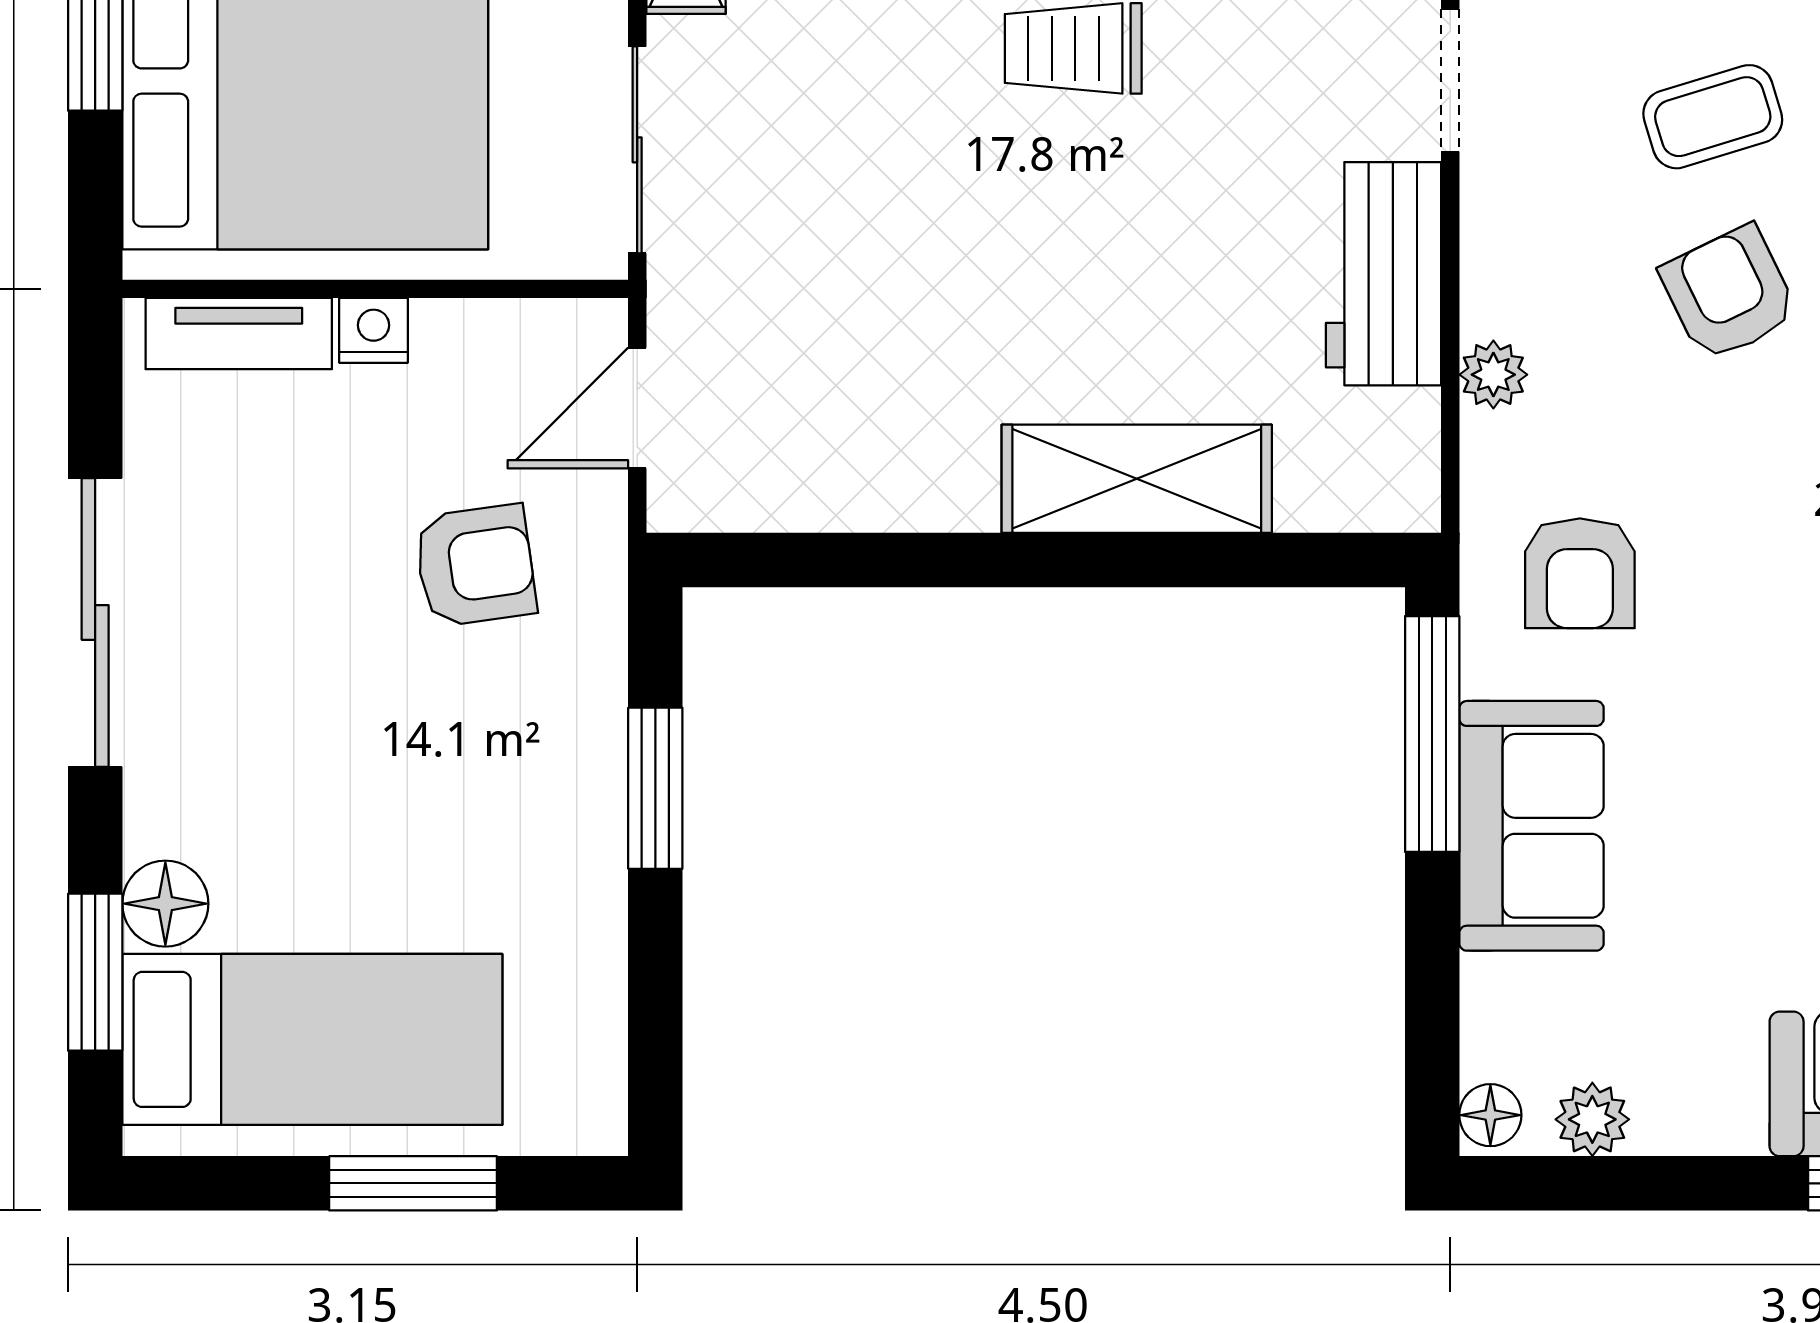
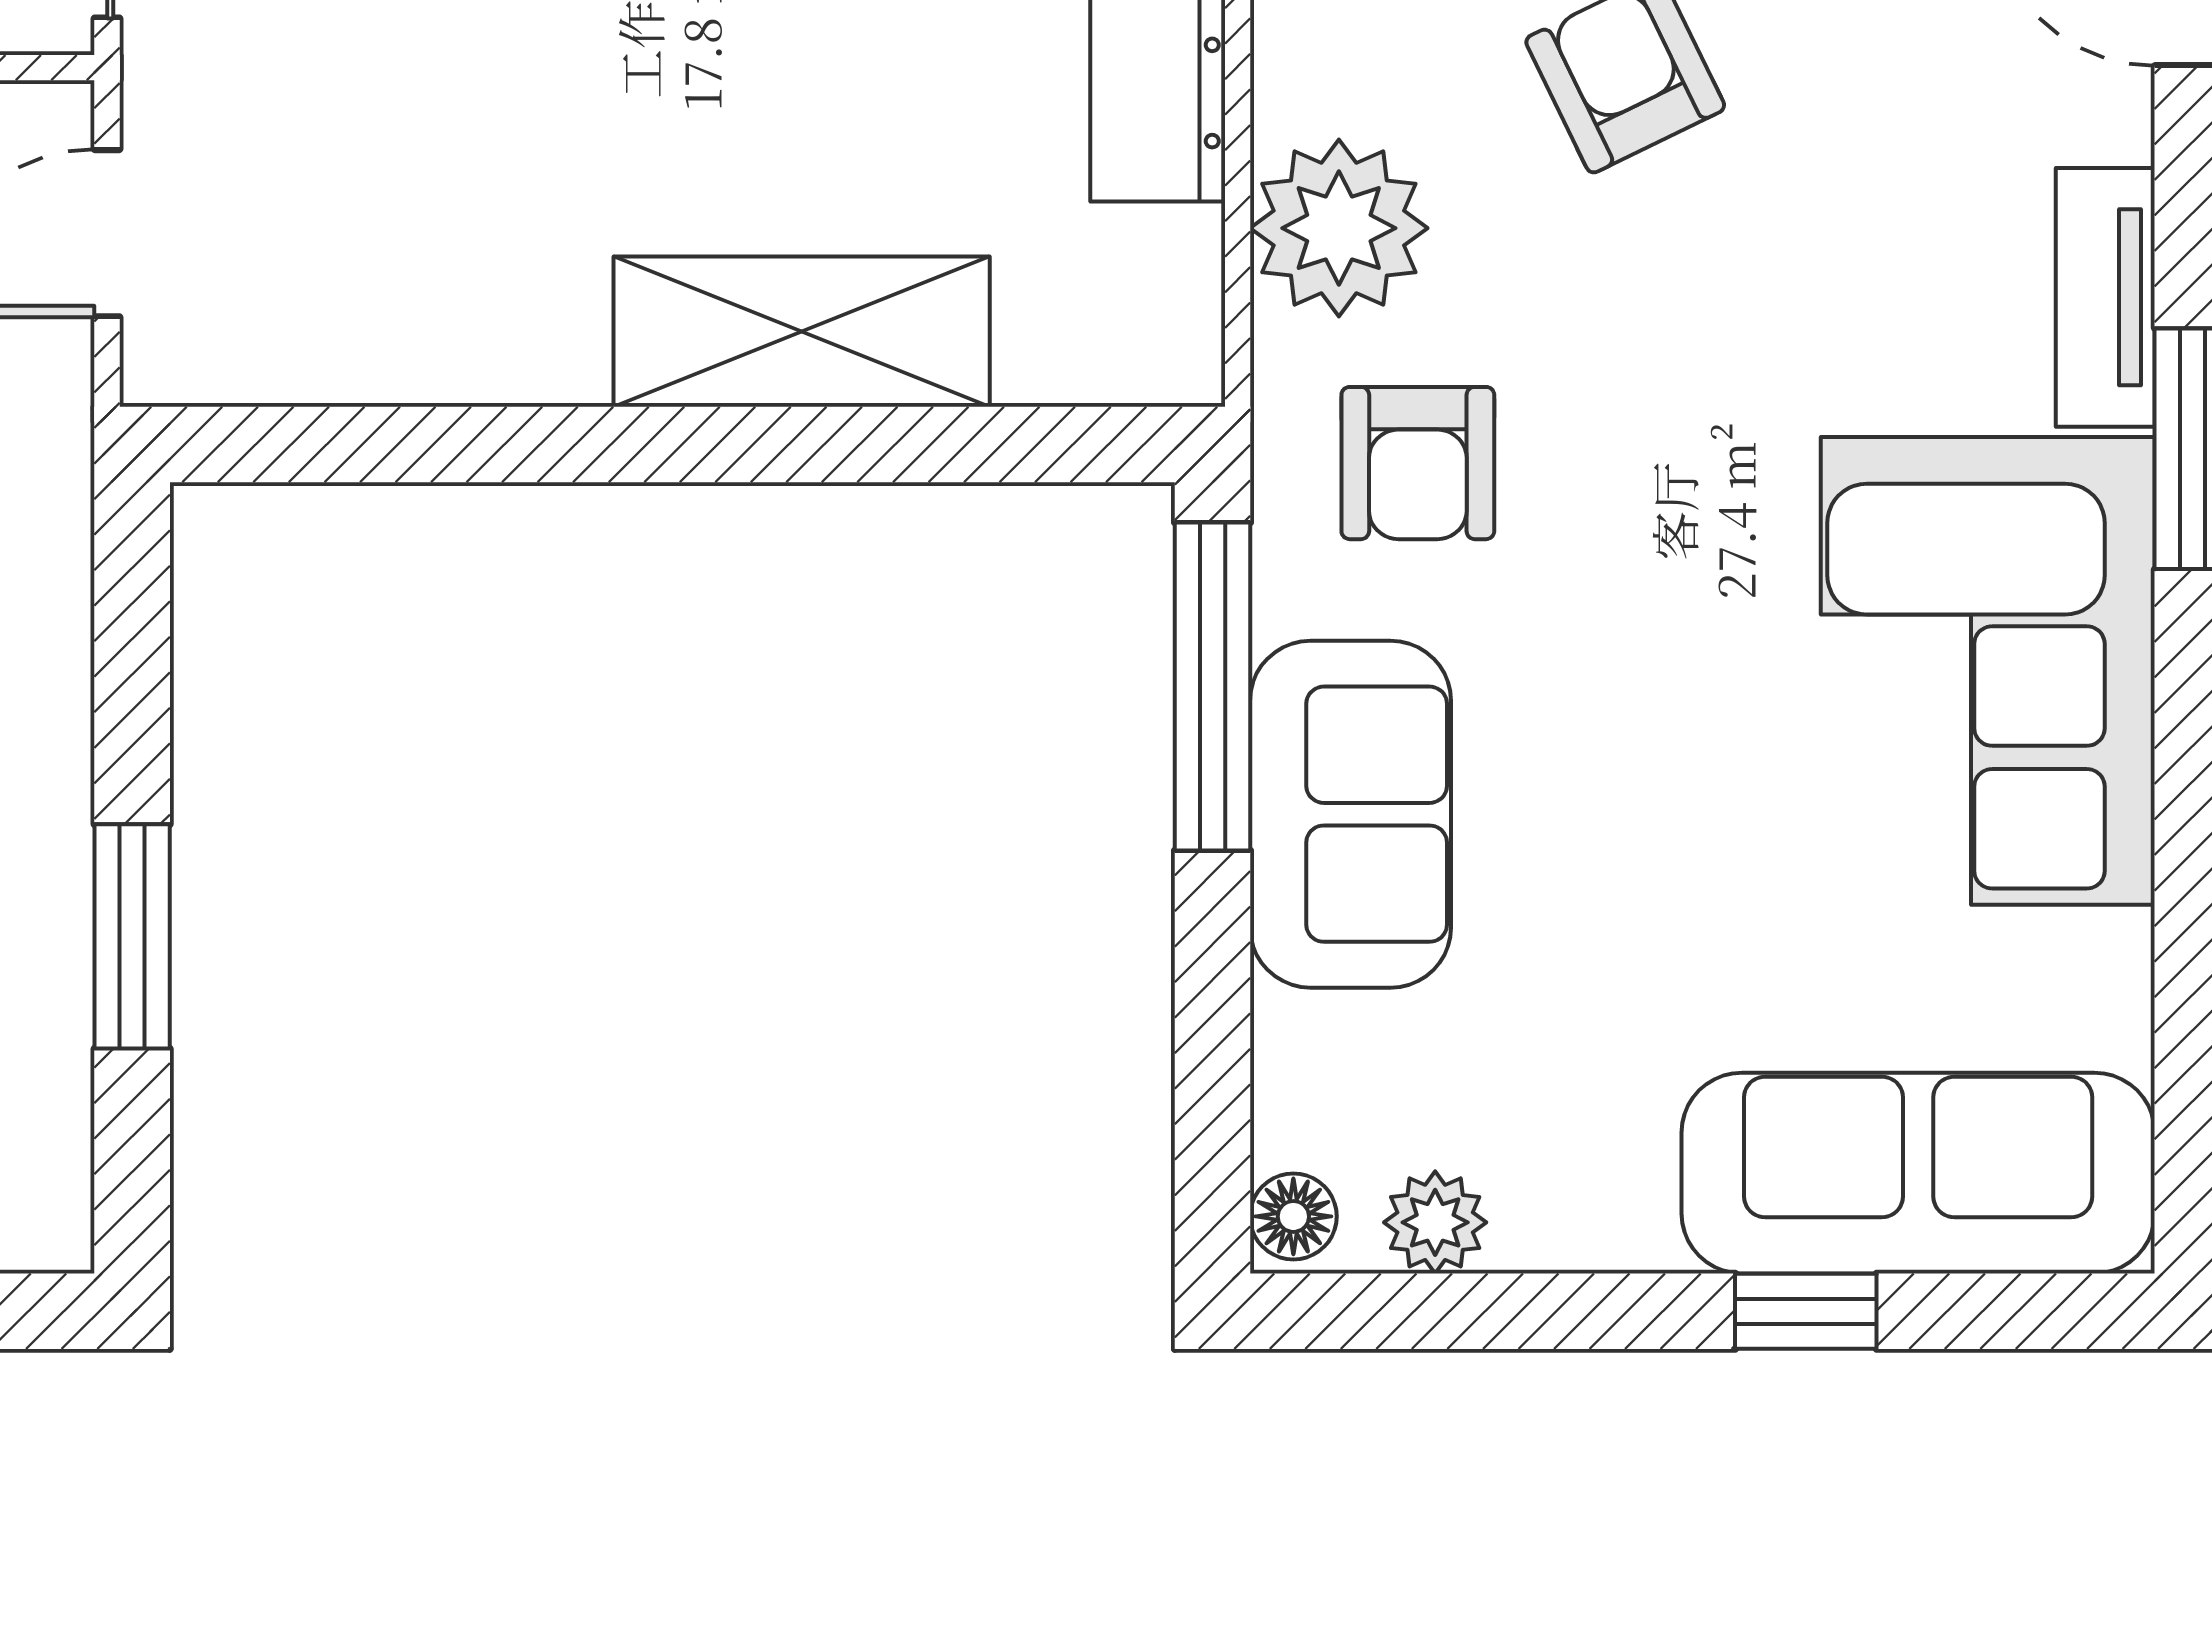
plant: (1493, 375) -> (1339, 228), width x1.88, depth x1.88
window: (655, 788) -> (132, 936), moved

